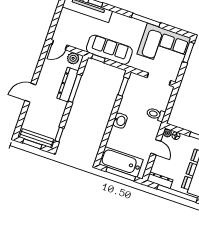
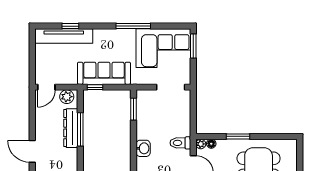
door: (30, 93) -> (32, 151), hinge flipped
toilet: (156, 114) -> (180, 143), moved

